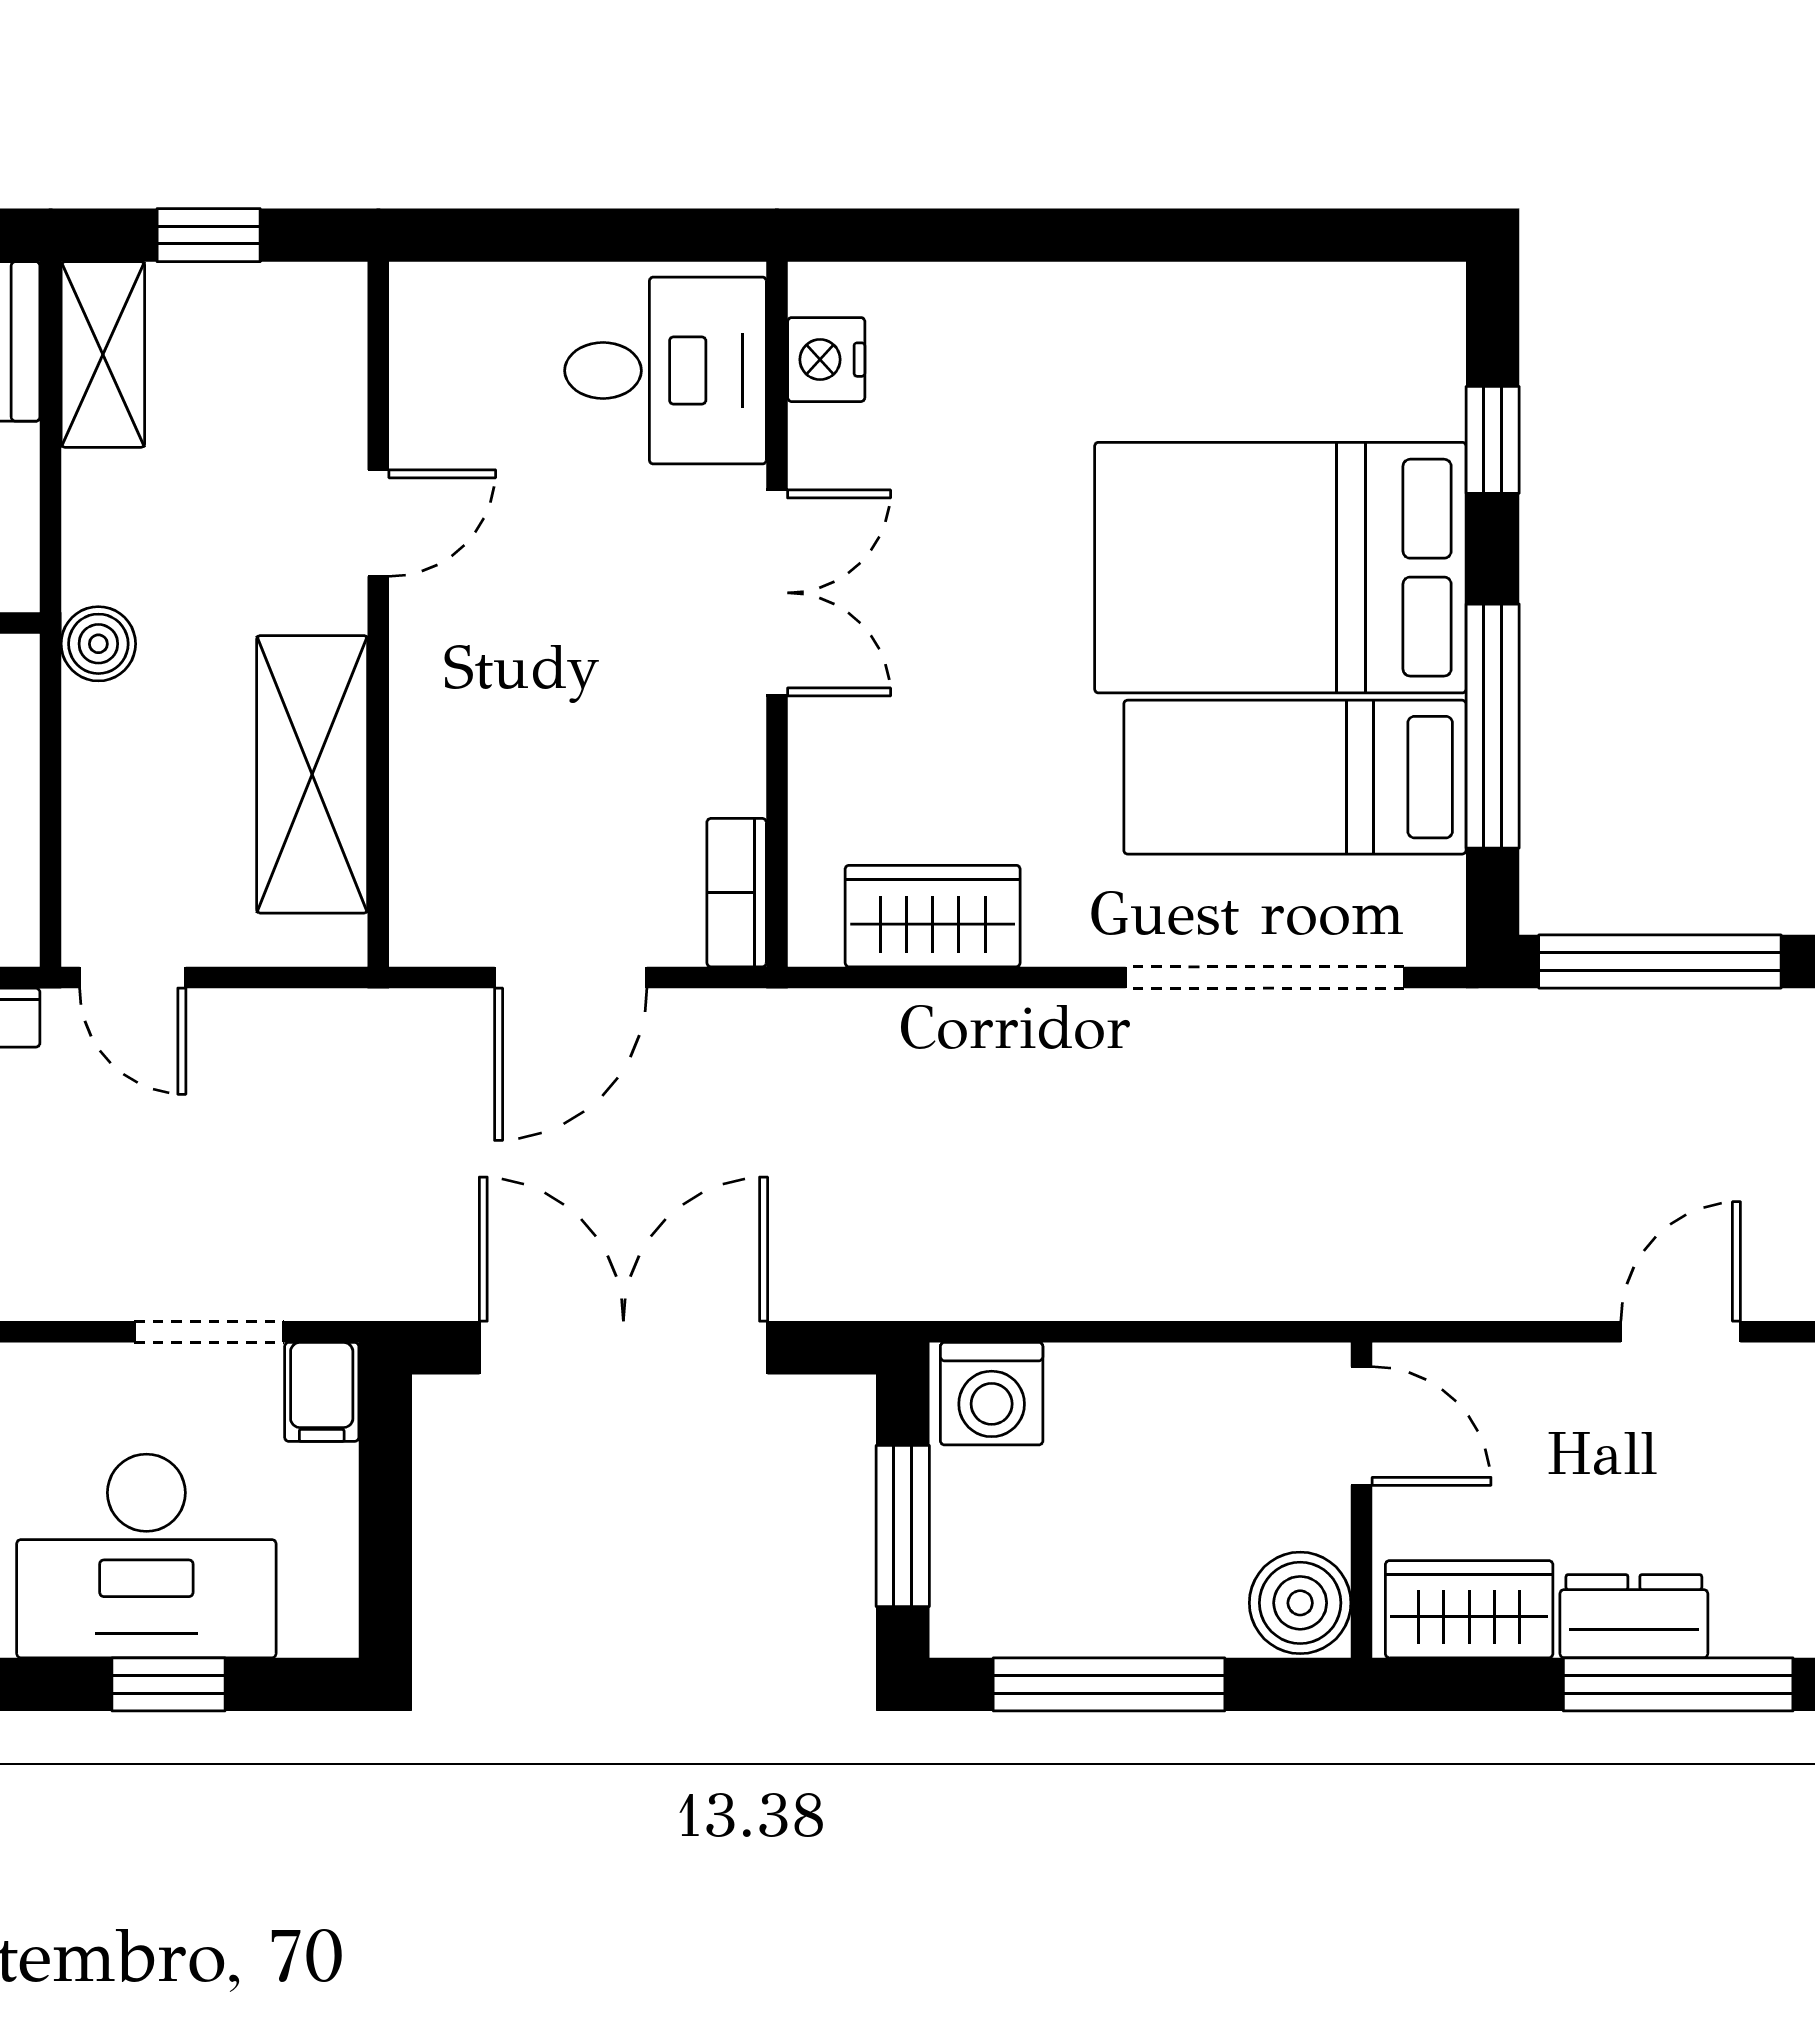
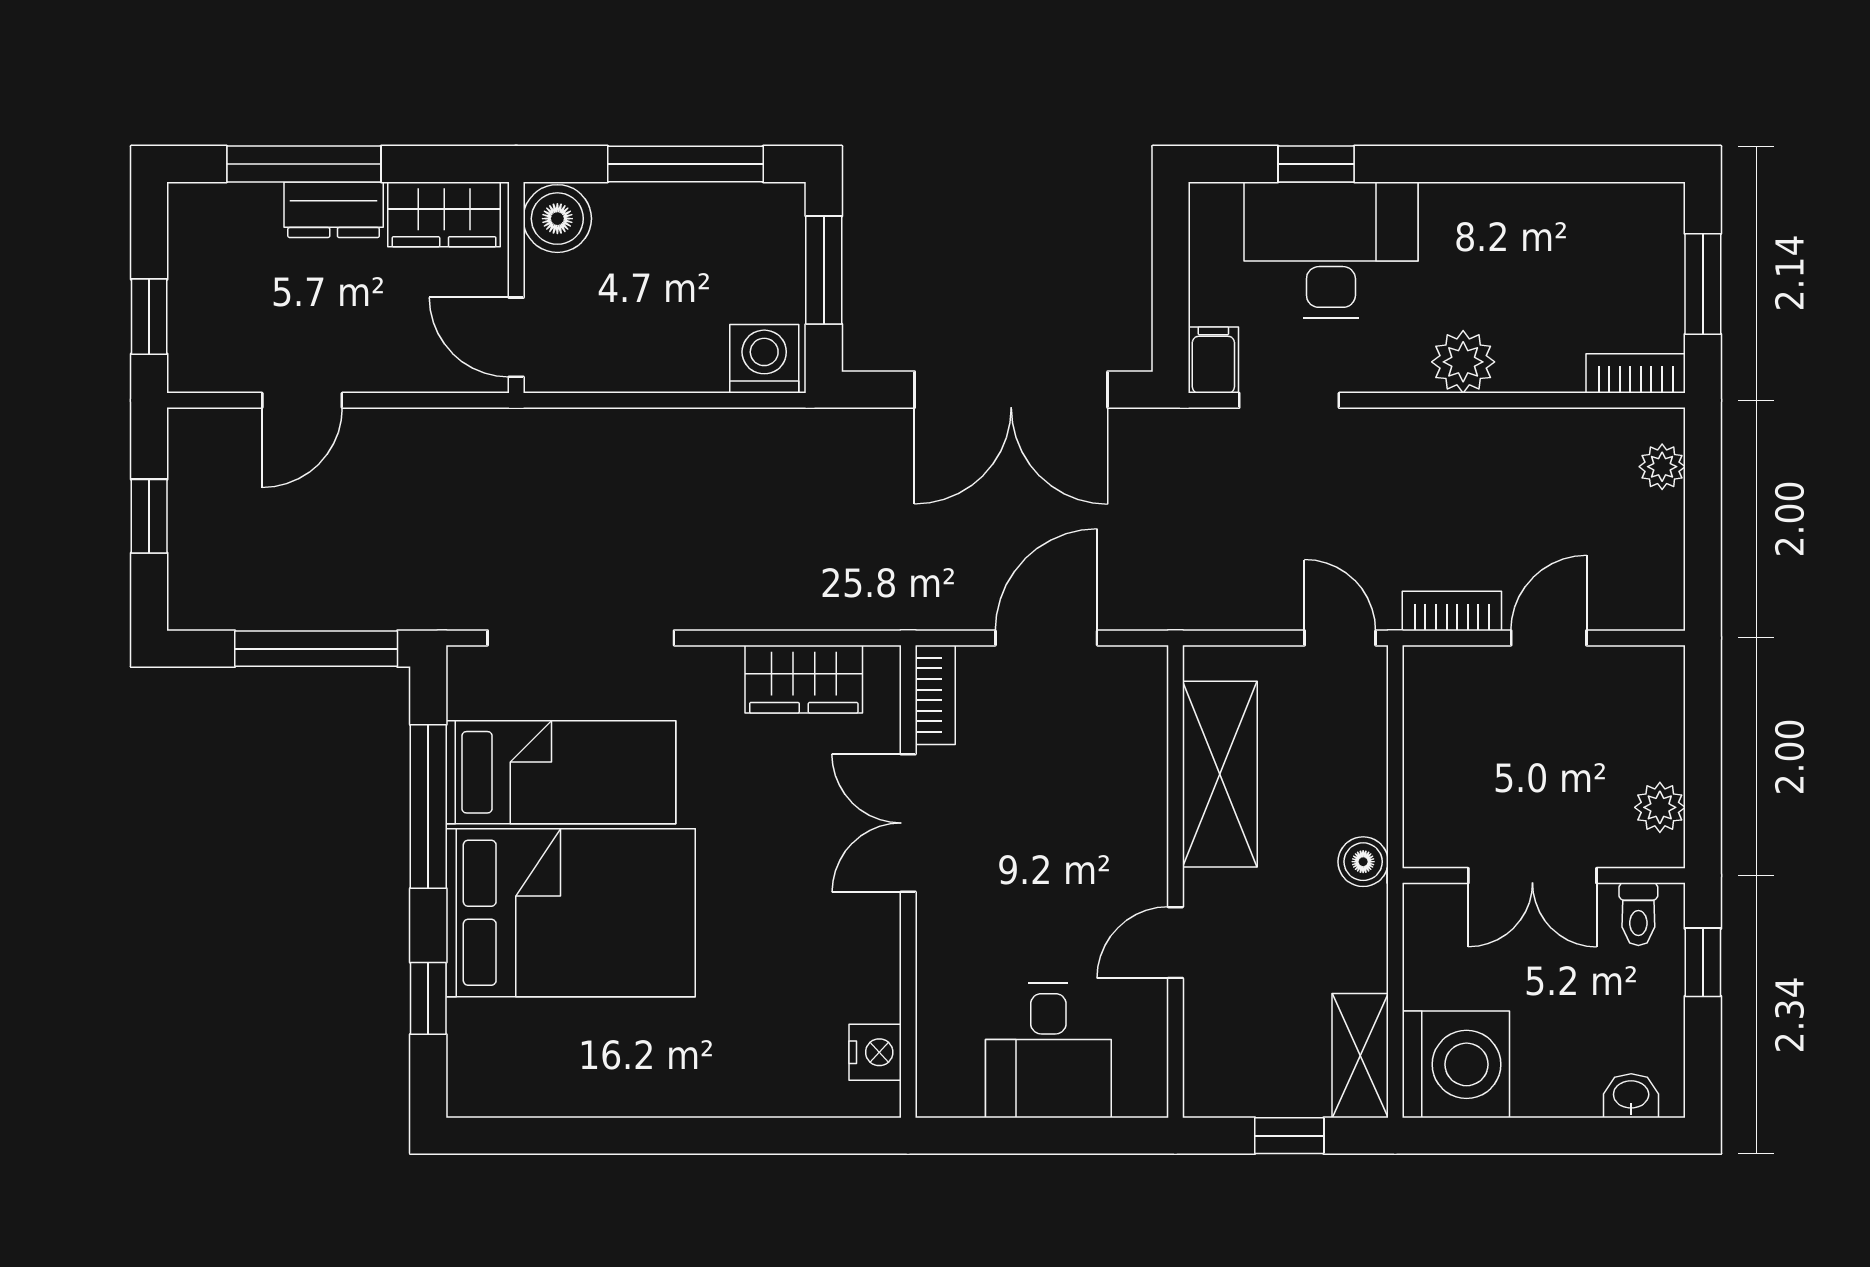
desk: (665, 371) -> (1048, 1050), moved, turned -90
double door: (777, 593) -> (908, 823), moved

